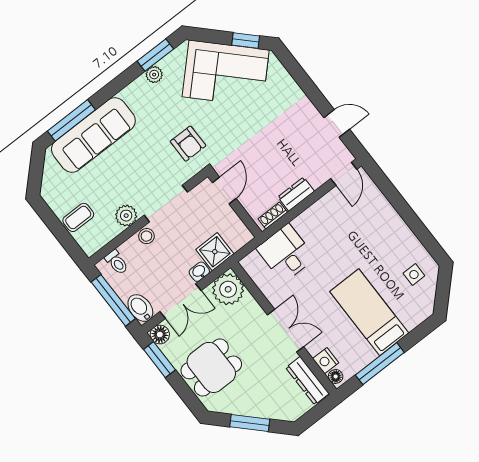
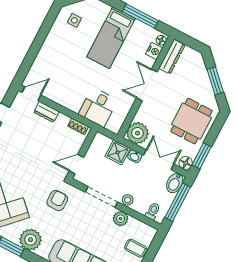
plant: (154, 75) -> (31, 240), width x1.88, depth x1.88
dresser: (296, 194) -> (46, 112), moved
dining table: (211, 367) -> (192, 121), turned 90

